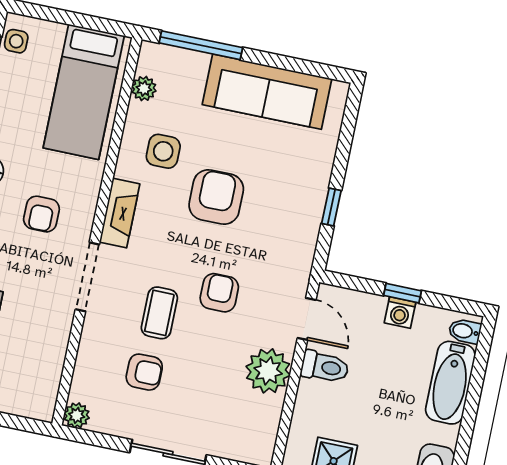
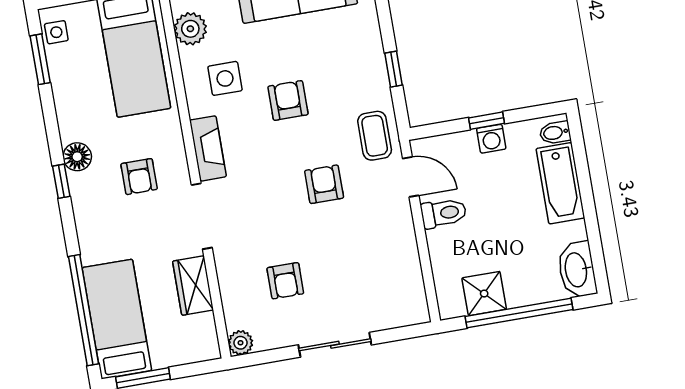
plant: (144, 88) -> (190, 29), width x1.38, depth x1.38
armchair: (216, 197) -> (288, 100), width x0.72, depth x0.72
coffee table: (159, 313) -> (375, 136), moved
wardrobe: (52, 341) -> (193, 286), added
plant: (268, 371) -> (395, 236), removed
armchair: (144, 372) -> (285, 281), turned 90

